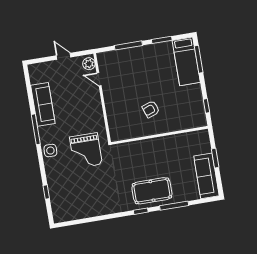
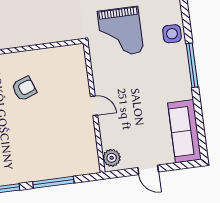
door: (99, 79) -> (94, 106), moved
sofa: (43, 104) -> (184, 131), moved
grand piano: (86, 151) -> (120, 32), turned 180

